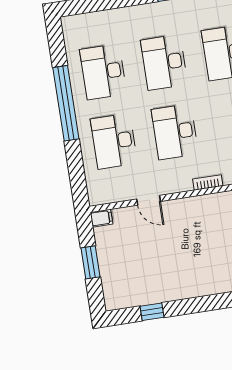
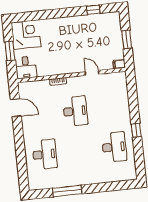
desk: (164, 62) -> (79, 151), removed
window: (66, 103) -> (136, 130), width x0.32
desk: (114, 141) -> (110, 107), removed

